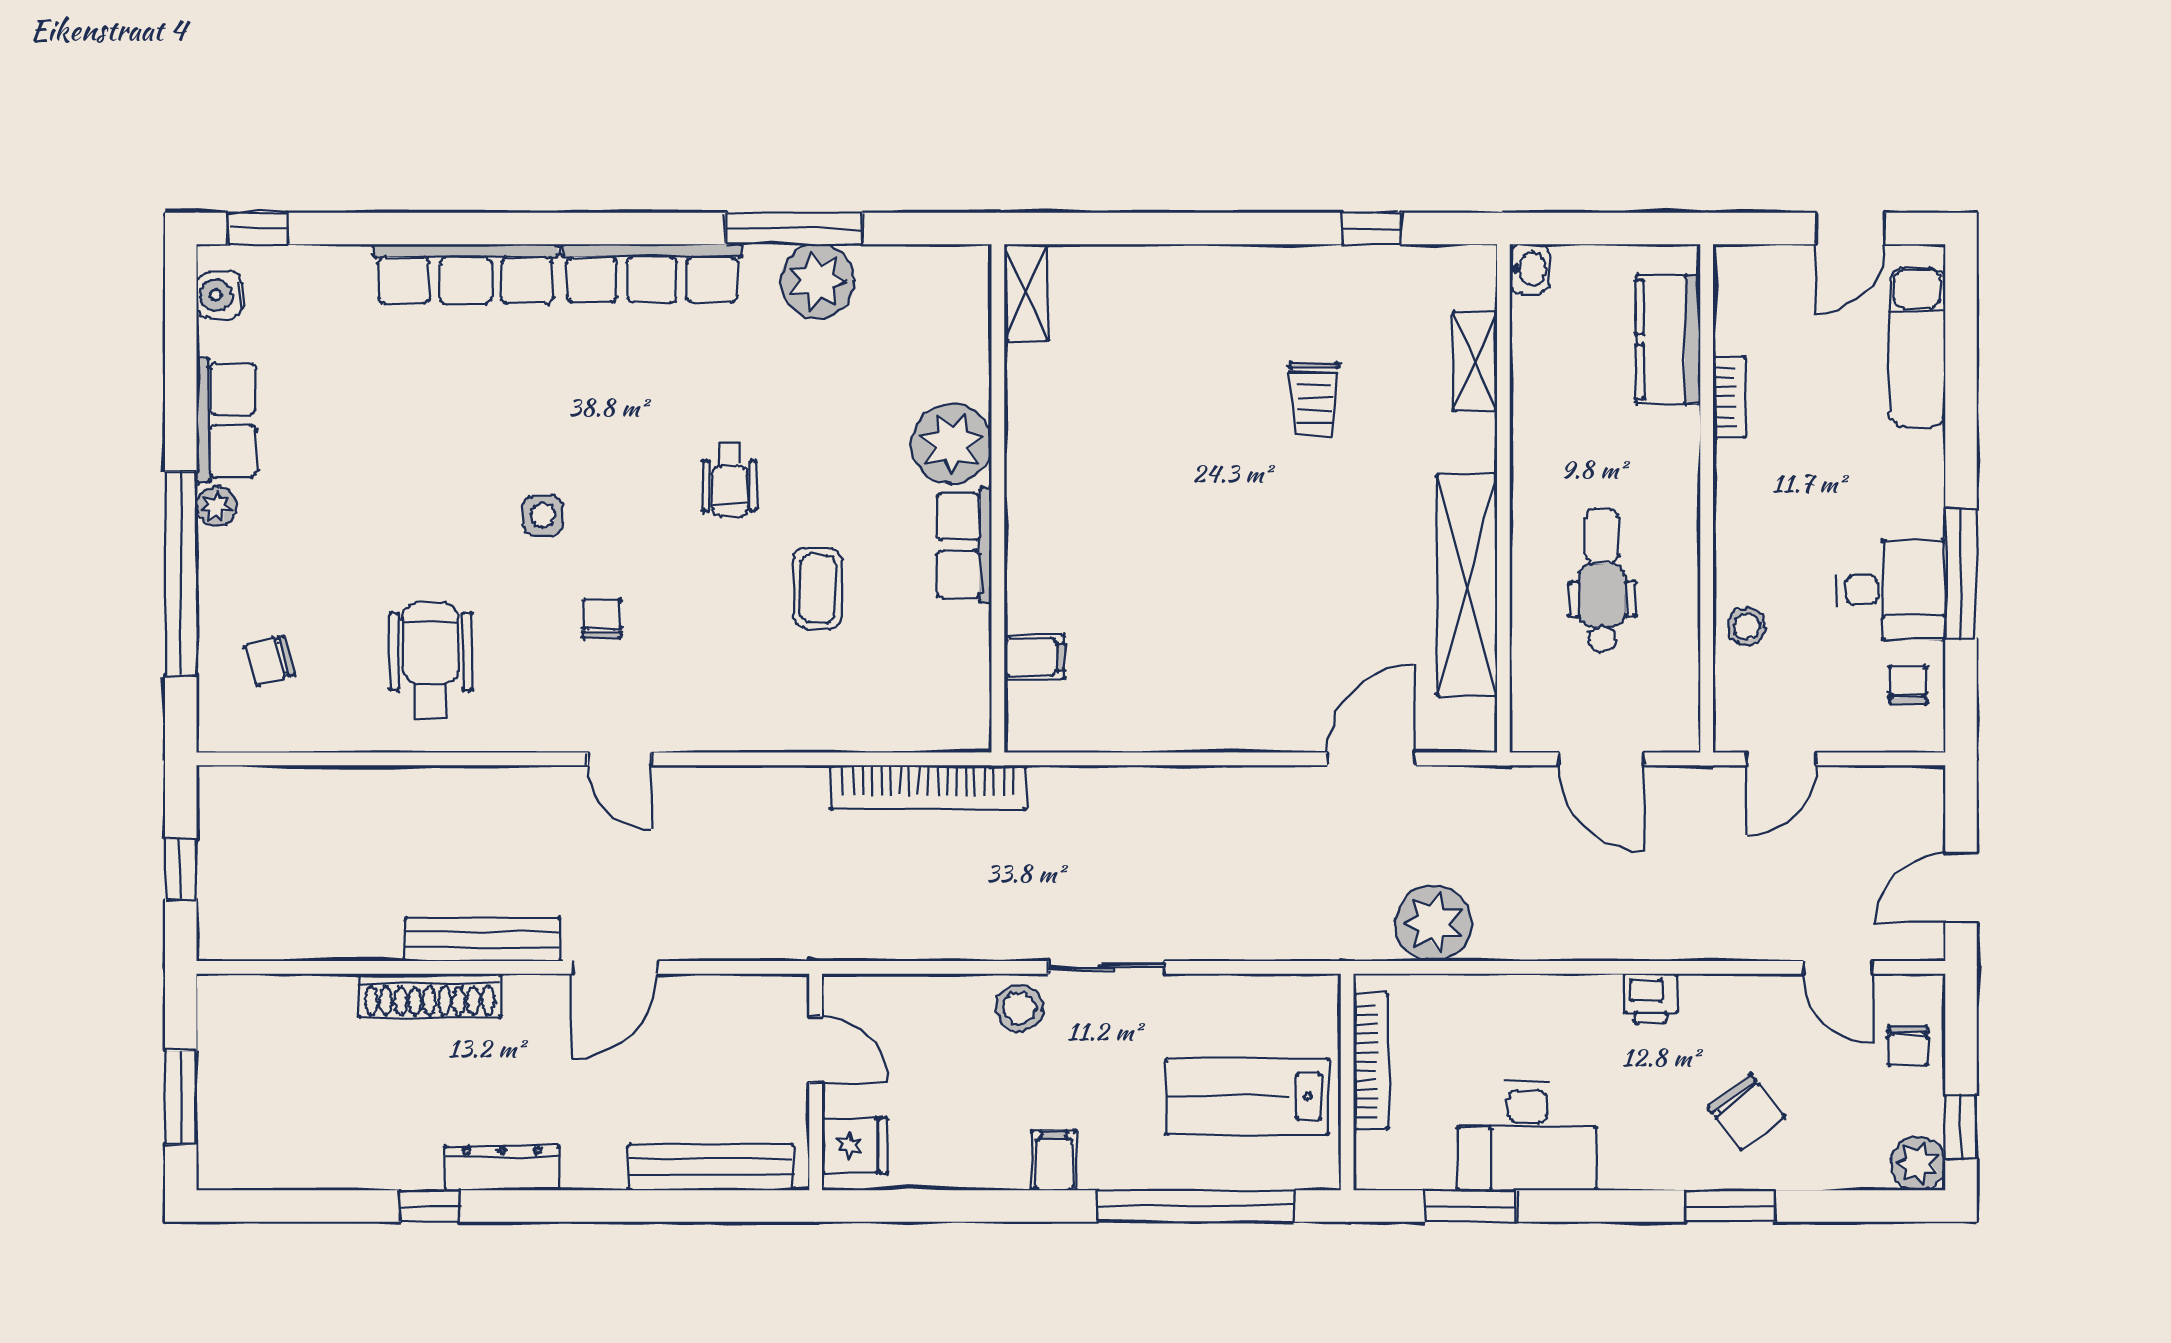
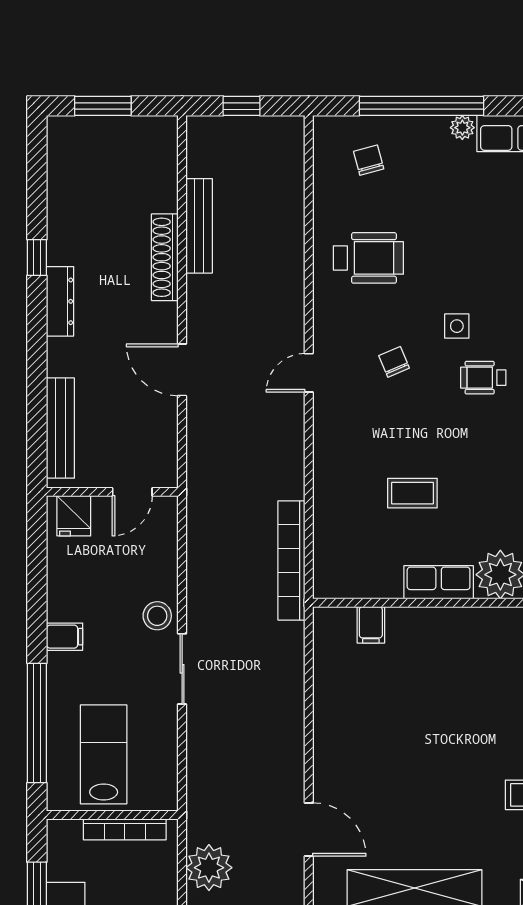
wheelchair: (729, 480) -> (483, 378), moved
chair: (602, 619) -> (394, 362), turned -113
bench: (482, 939) -> (199, 226), moved

